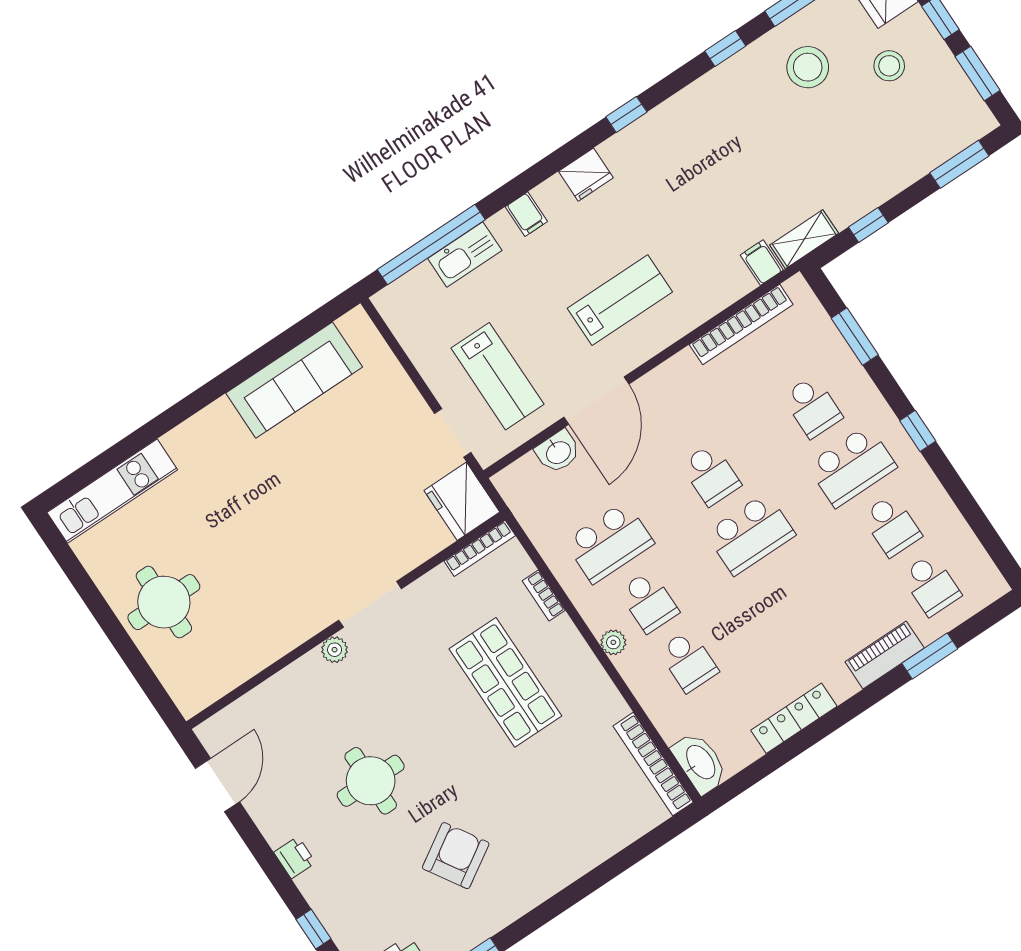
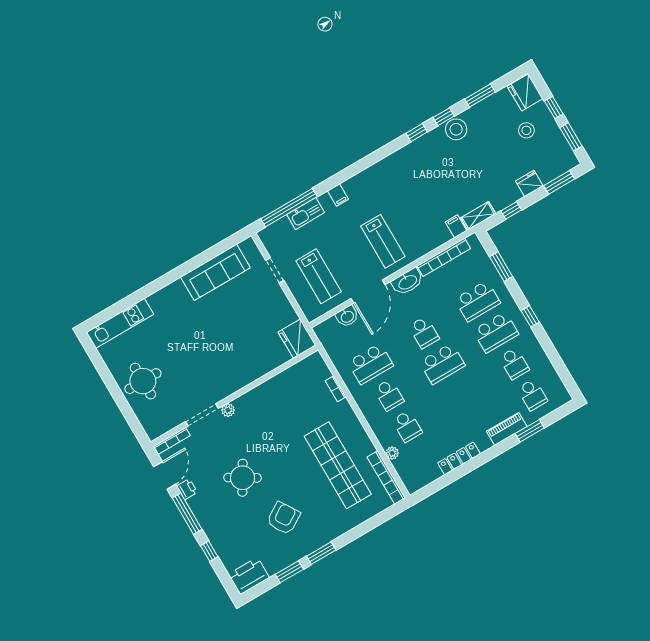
stool: (808, 67) -> (456, 129), moved
window: (626, 114) -> (417, 133), moved
fridge: (586, 175) -> (529, 184), moved, turned 180
lab bench: (620, 300) -> (383, 241), turned 90
school desk: (812, 407) -> (477, 301), width x1.85
doorway: (453, 433) -> (275, 270), moved
bookcase: (480, 548) -> (172, 441), moved
doorway: (370, 604) -> (202, 415), moved
plant: (613, 642) -> (392, 453), moved
shop shelf: (505, 682) -> (338, 465), moved, width x1.40
washbasin: (700, 763) -> (407, 282), moved, turned 90
round table: (371, 781) -> (243, 478), turned 31
printer: (295, 857) -> (187, 489), moved
window: (266, 858) -> (187, 514), added
window: (534, 920) -> (321, 553), added

